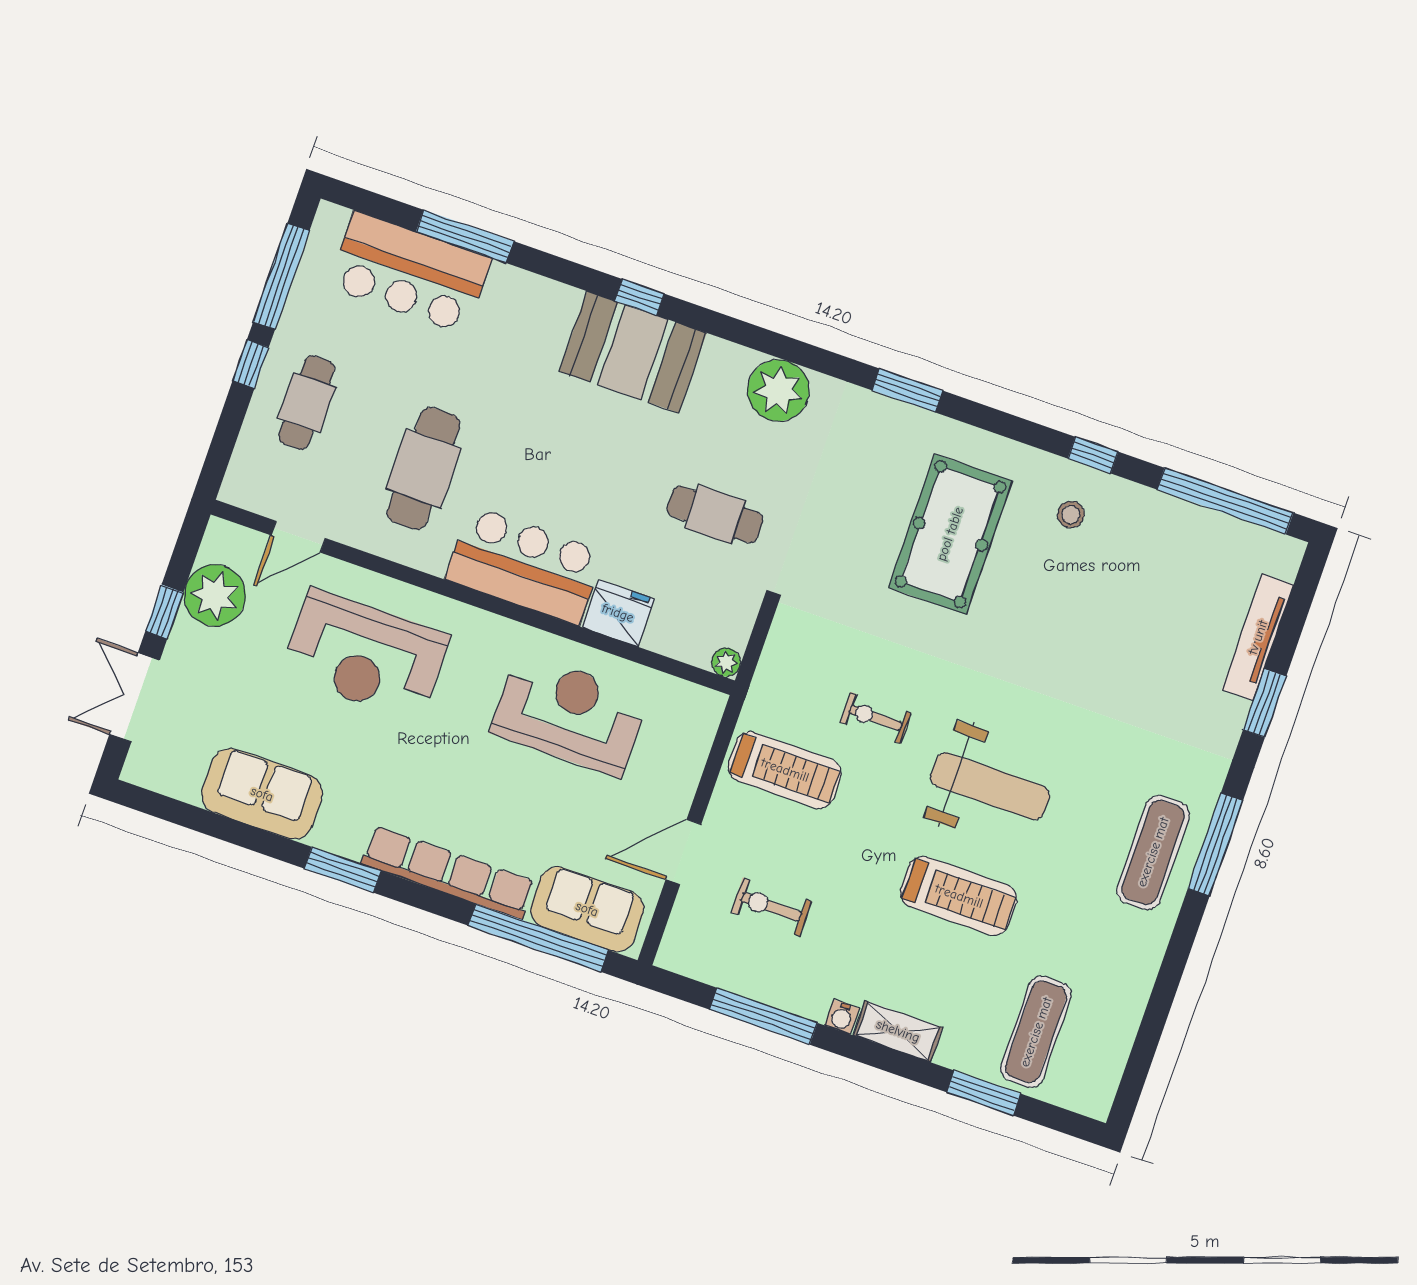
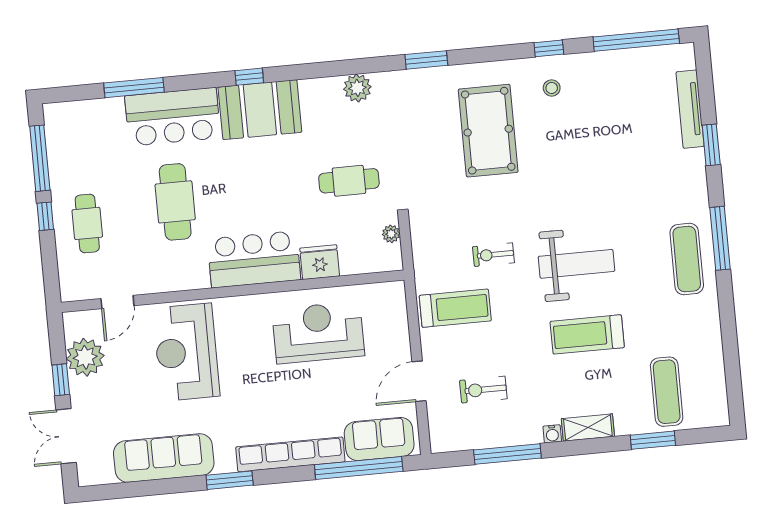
bar counter: (410, 273) -> (173, 117), moved
plant: (778, 390) -> (357, 88), width x0.73, depth x0.73
cafe table: (423, 468) -> (175, 202), moved
reception desk: (365, 655) -> (186, 352), turned 90
plant: (726, 662) -> (391, 234), moved
sofa: (262, 794) -> (164, 458), width x1.36
treadmill: (959, 896) -> (587, 334), turned 180

